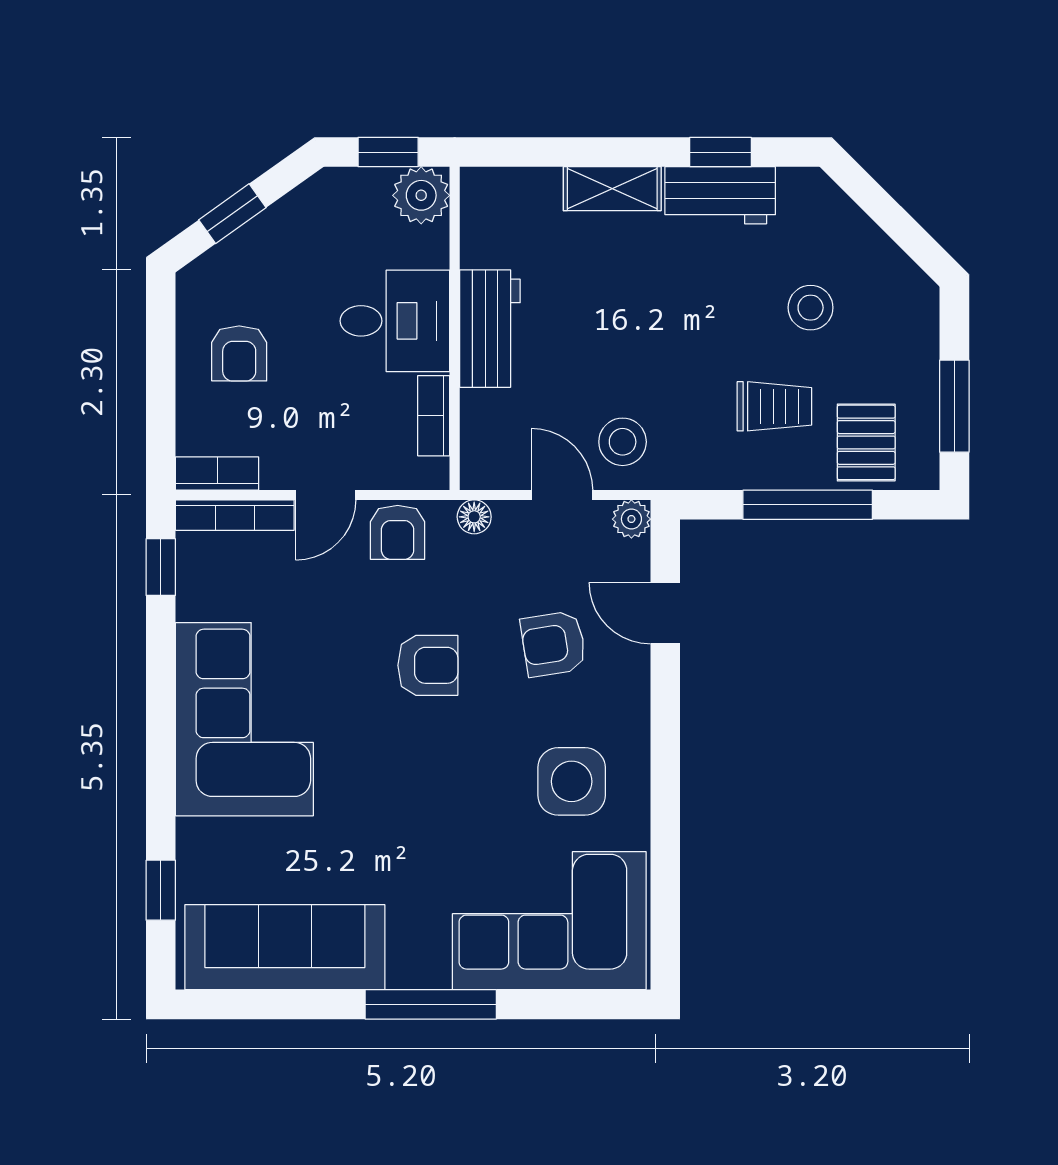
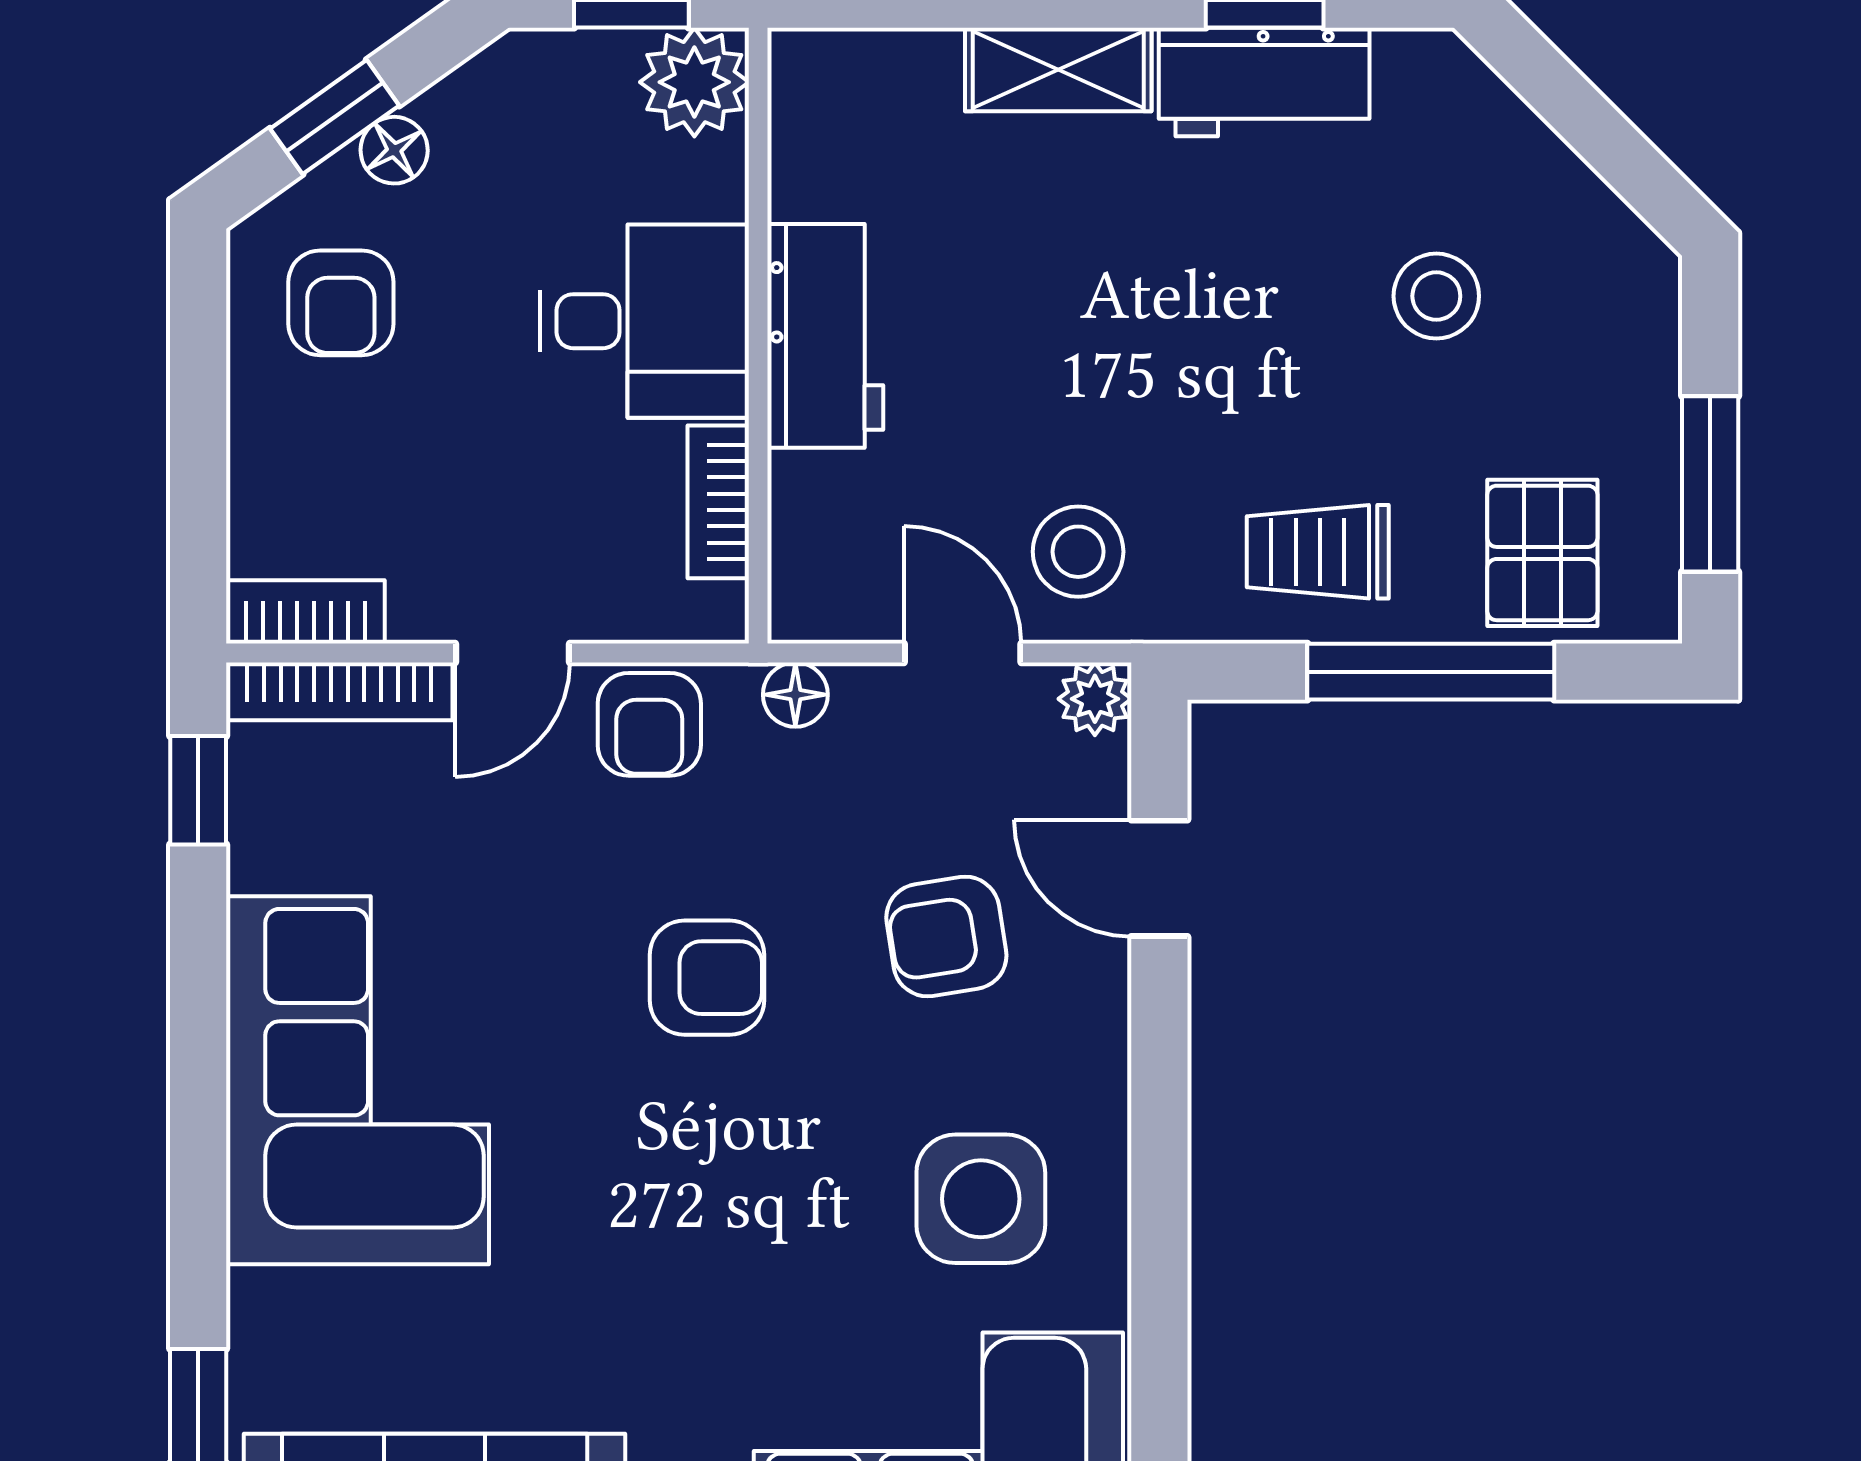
floor lamp: (264, 231) -> (394, 150), added
armchair: (239, 353) -> (341, 303), moved
trolley: (774, 406) -> (1318, 552), moved, turned 180

